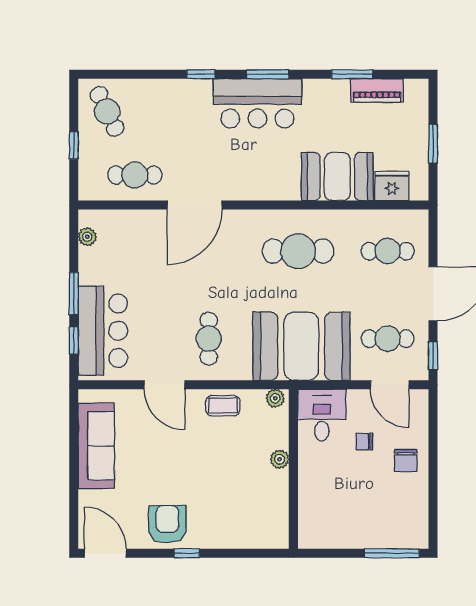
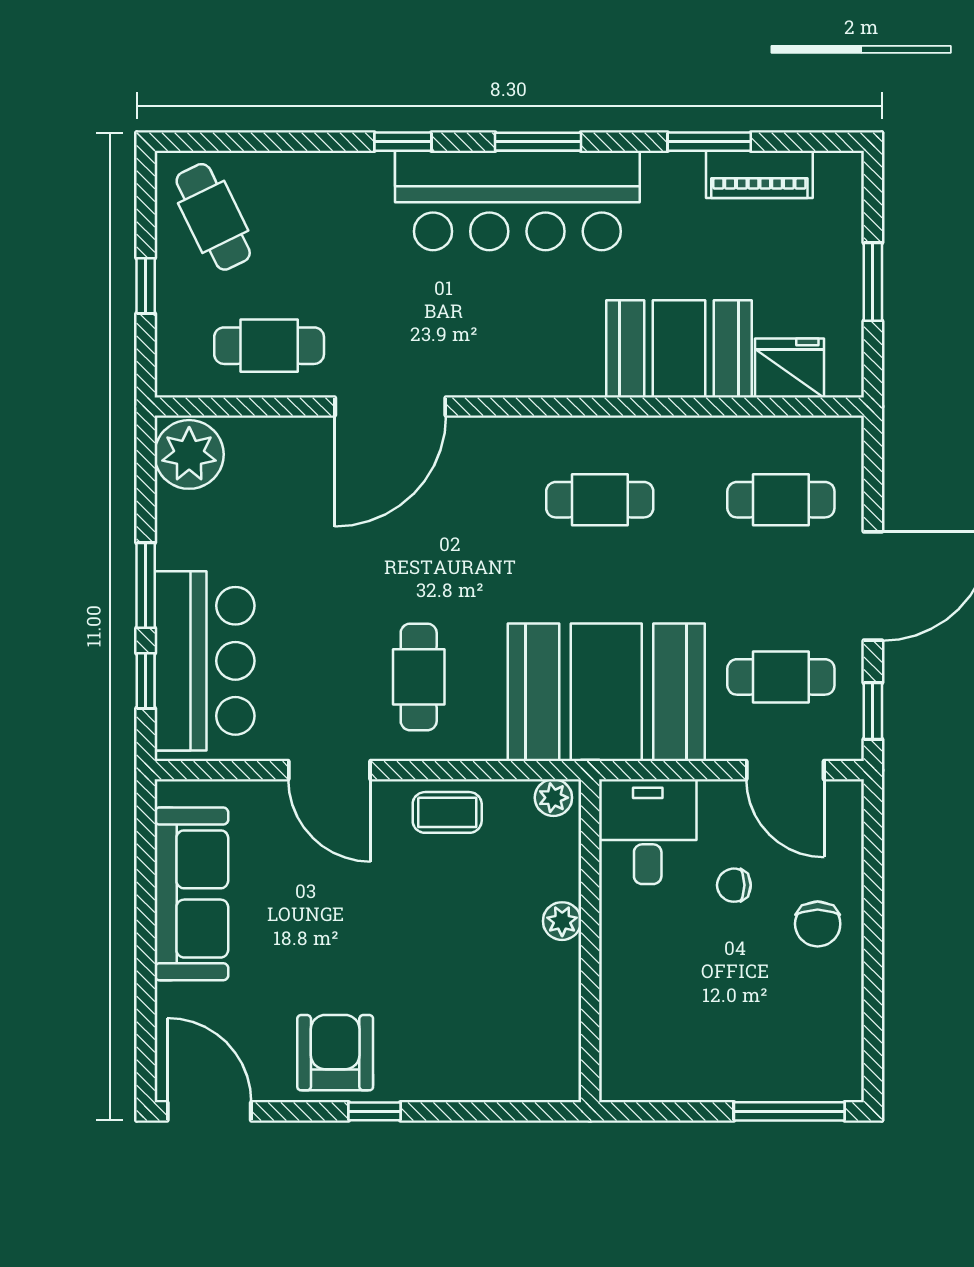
bar counter: (257, 103) -> (517, 200), width x1.36
plant: (87, 237) -> (189, 454), width x1.88, depth x1.88
cafe table: (298, 251) -> (600, 500), width x0.73, depth x0.74

